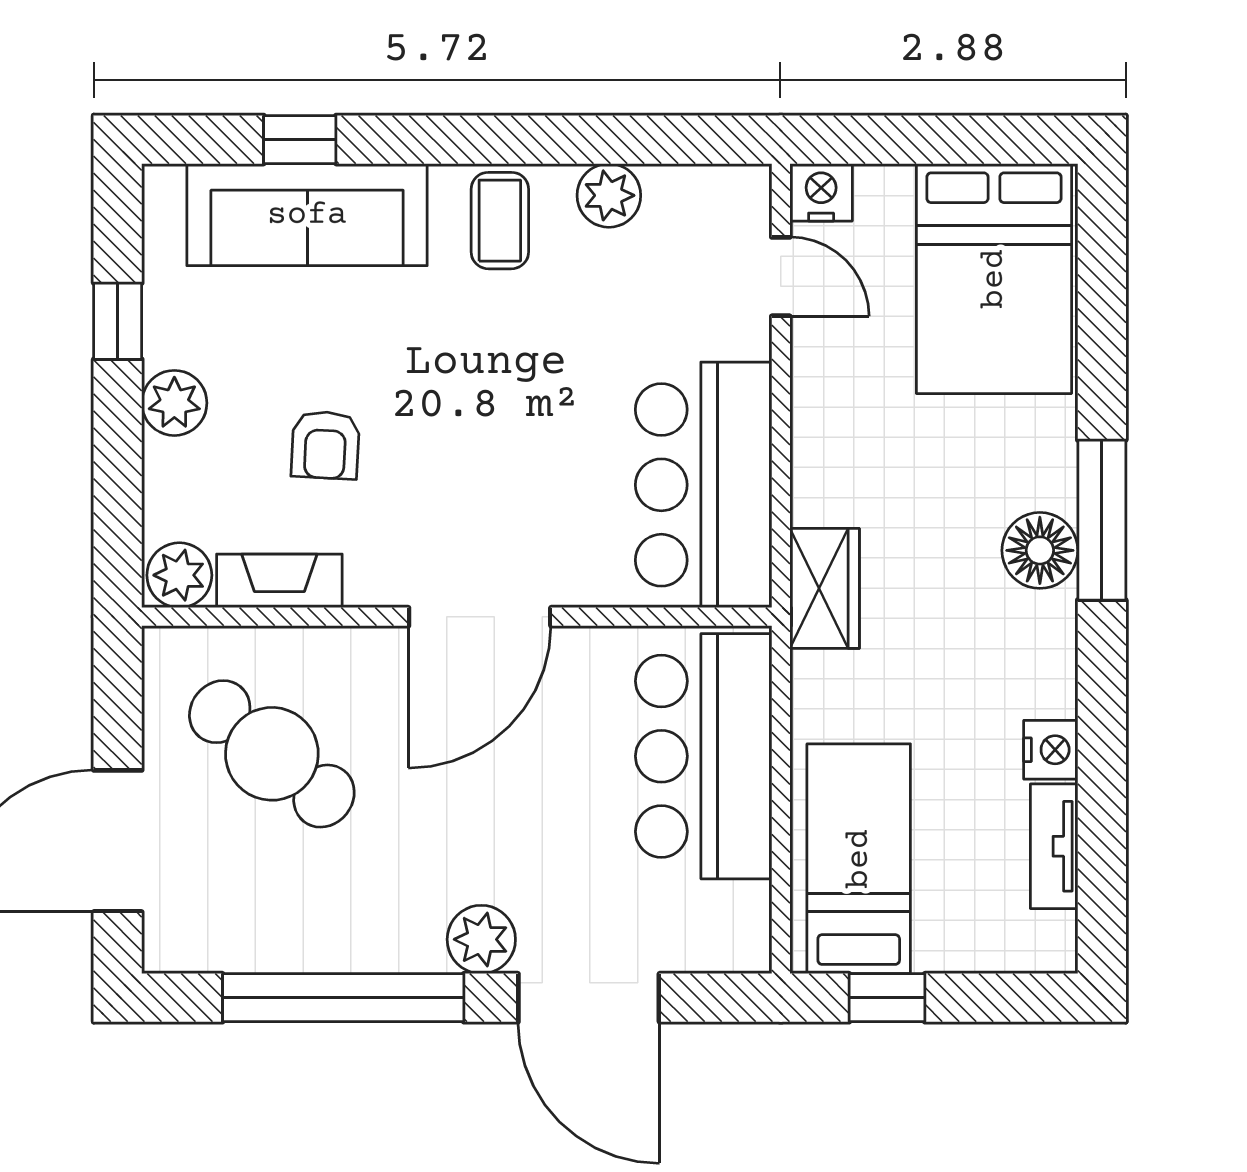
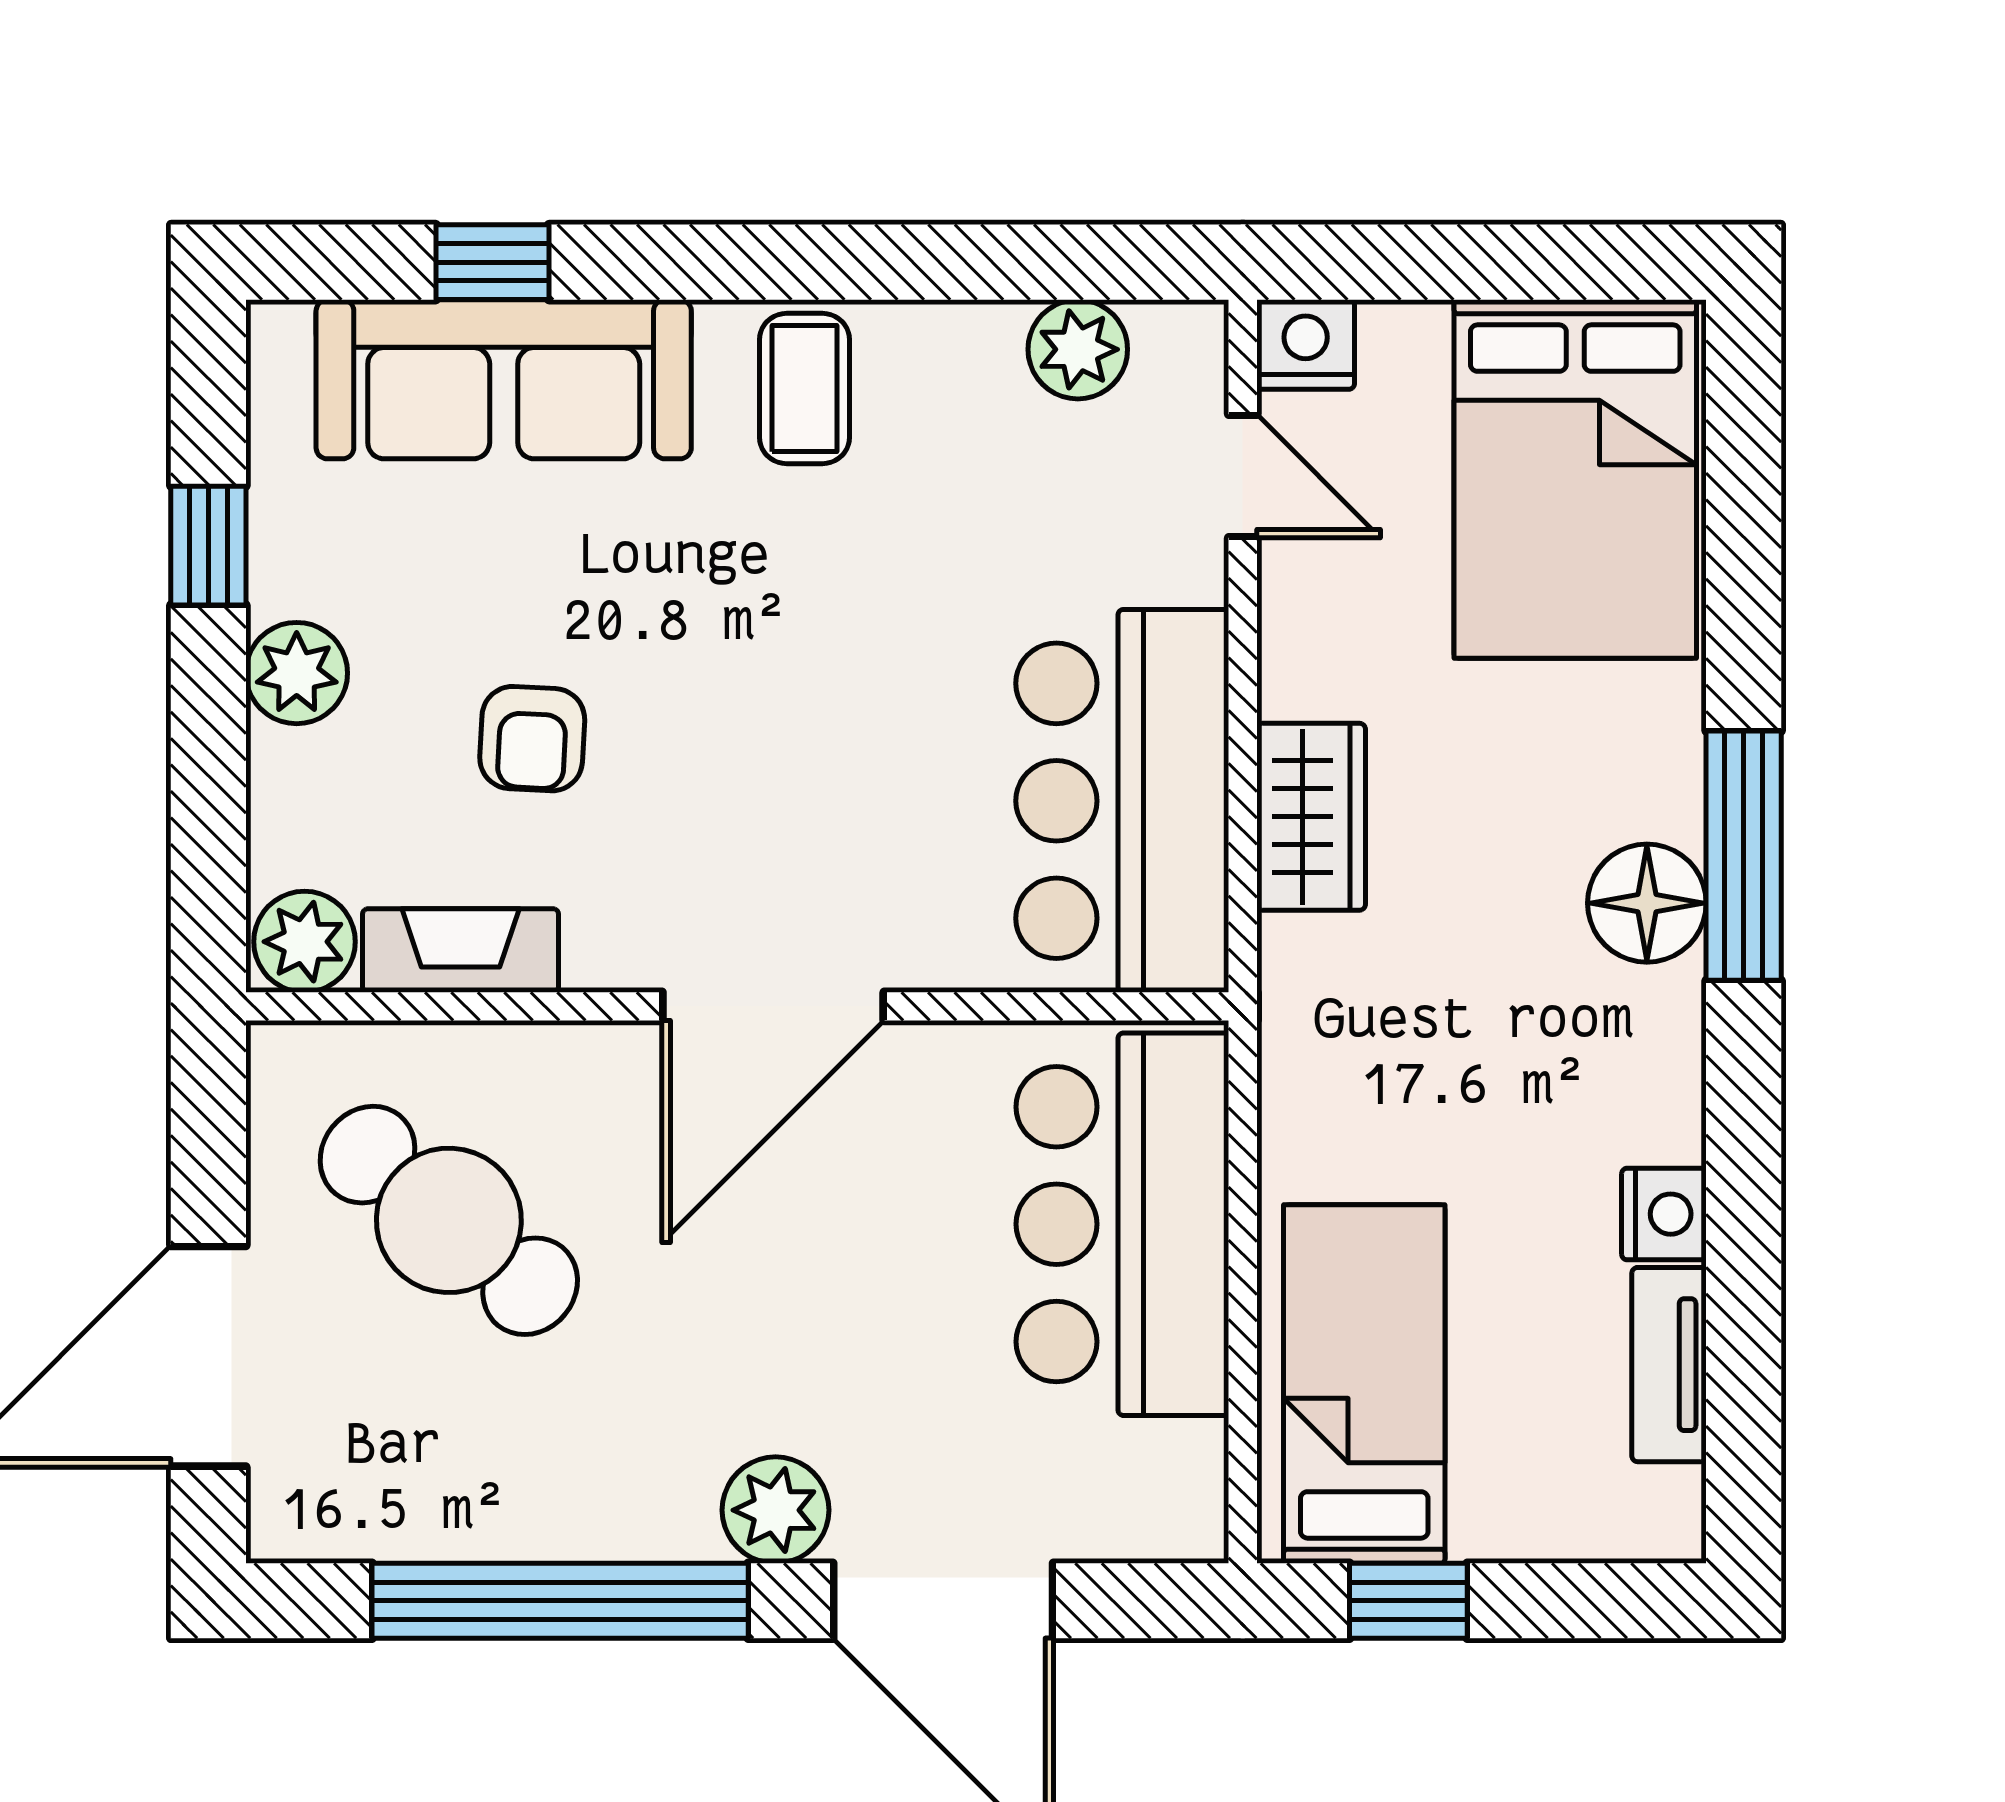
plant: (609, 195) -> (1078, 349), moved
wardrobe: (825, 588) -> (1311, 817), moved

